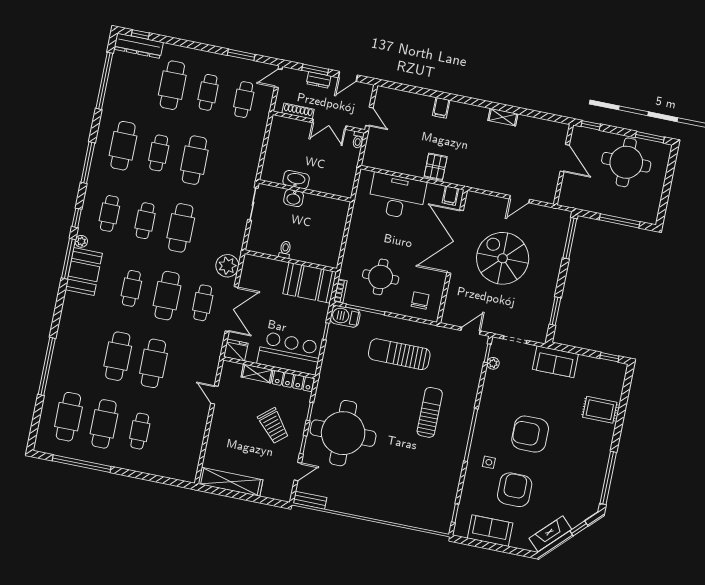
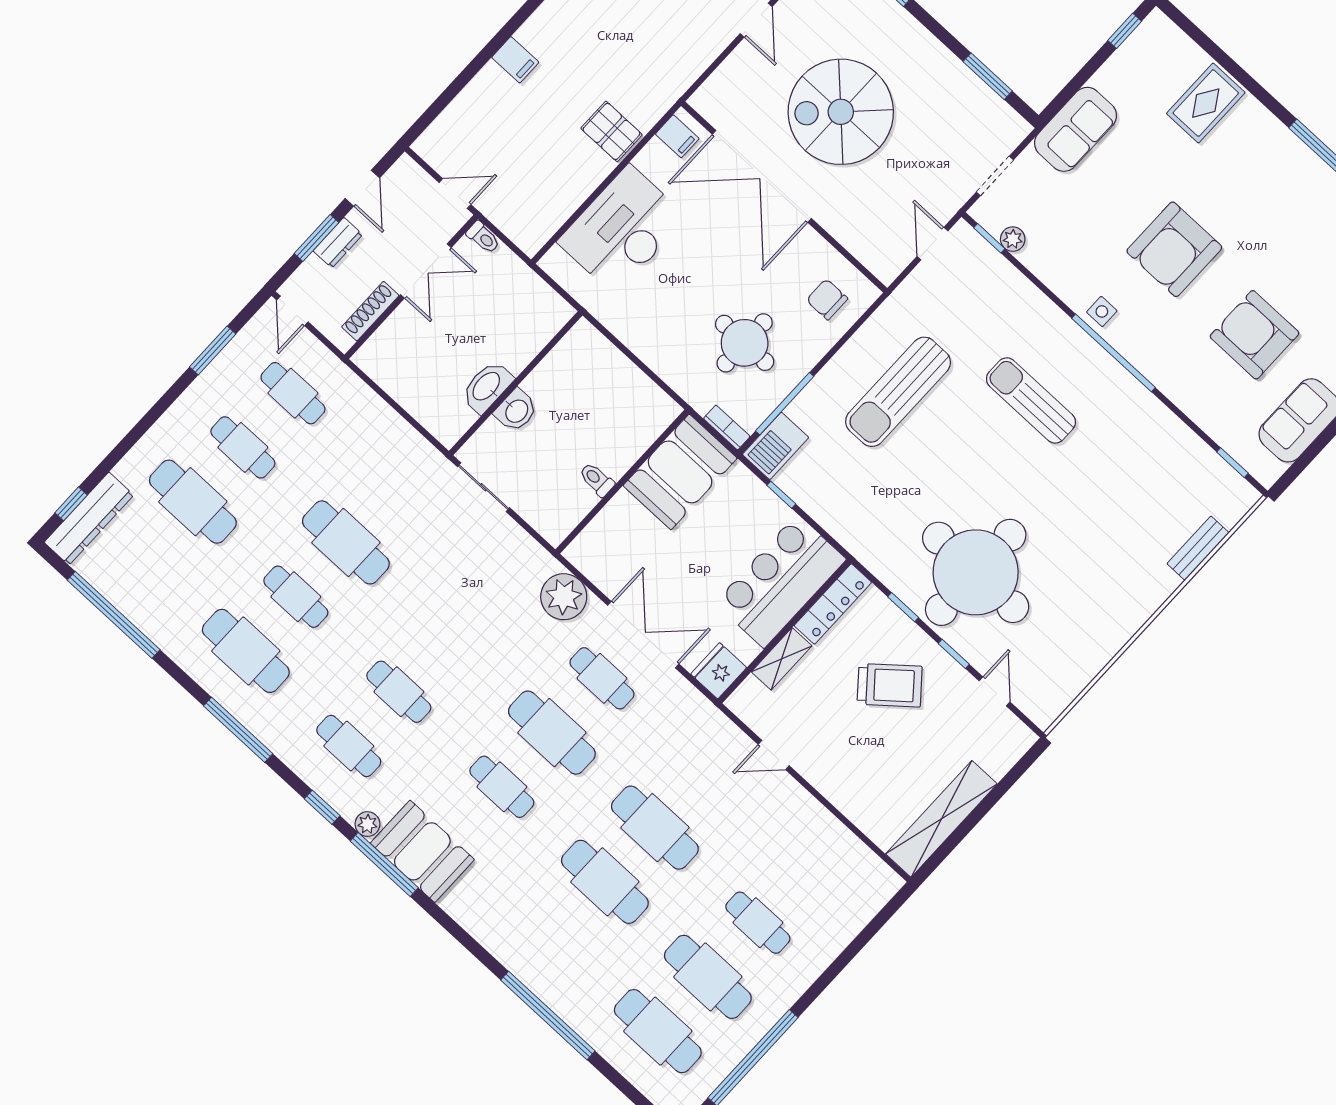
cafe table: (181, 228) -> (449, 638), removed
side table: (489, 462) -> (1102, 311), moved
bench: (310, 500) -> (1198, 548), moved

